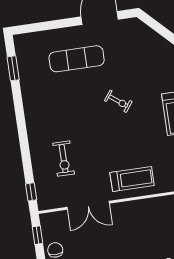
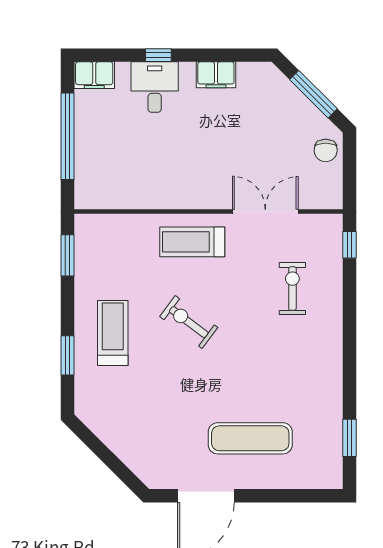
exercise bike: (118, 101) -> (189, 322), moved, width x1.38, depth x1.39
window: (38, 235) -> (349, 177), removed

